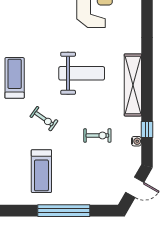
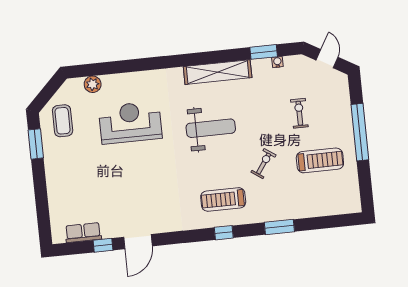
weight bench: (82, 73) -> (211, 128), turned 90
window: (147, 129) -> (264, 52), width x1.50
exercise bike: (97, 135) -> (299, 113), moved

